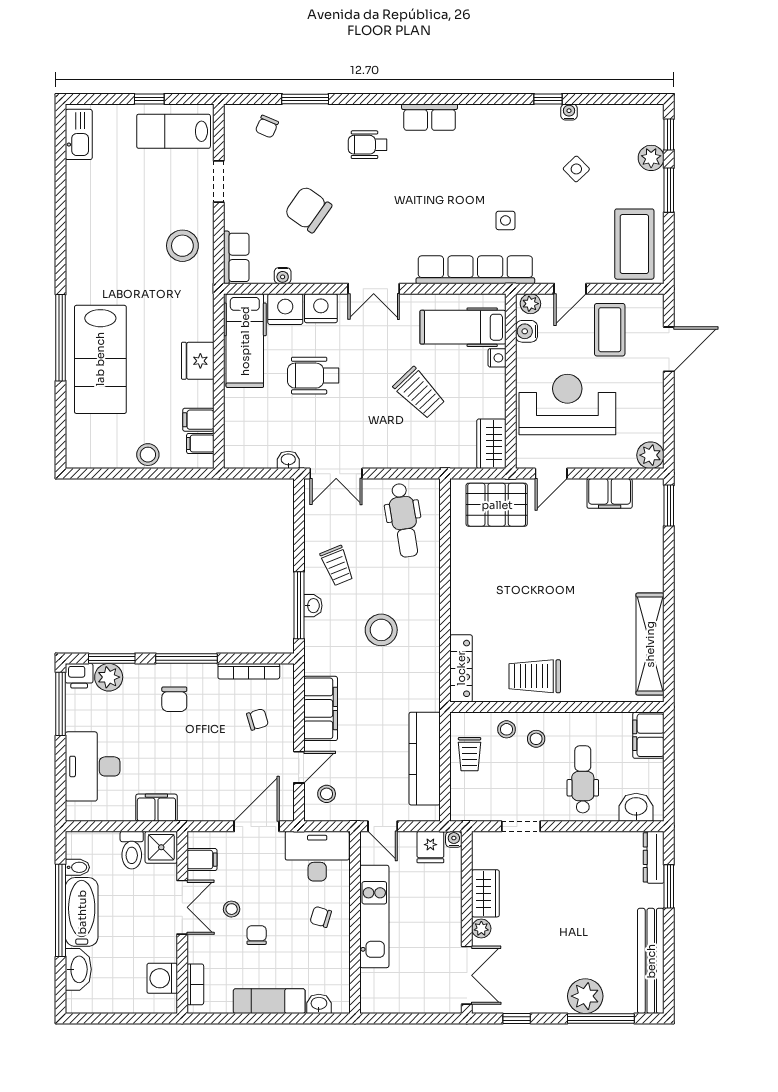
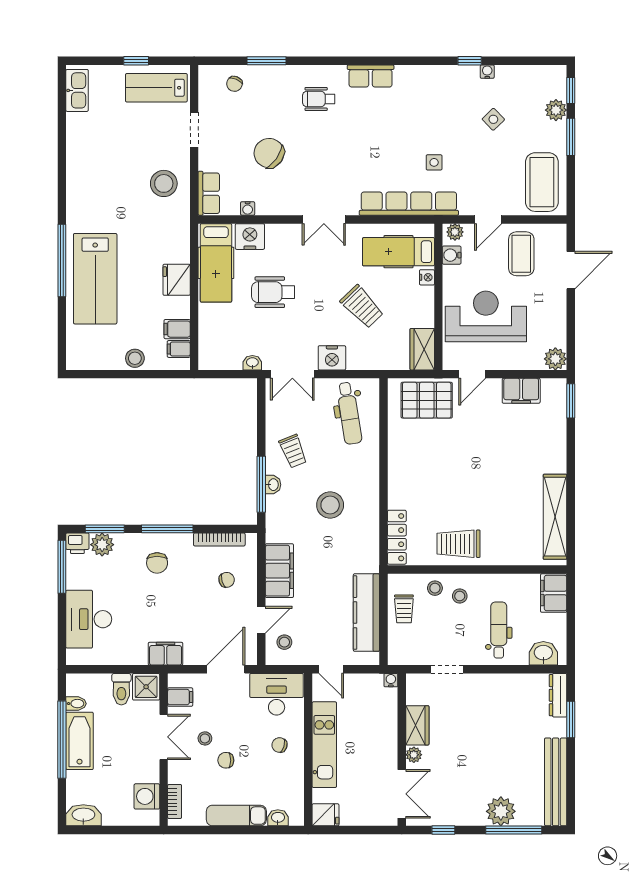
nightstand: (321, 308) -> (332, 358), moved, turned 180
filing cabinet: (156, 808) -> (166, 654), moved
fridge: (430, 847) -> (326, 815), moved, turned -90
chair: (257, 935) -> (226, 760), turned -90
washbasin: (78, 969) -> (83, 815), moved, turned -90

